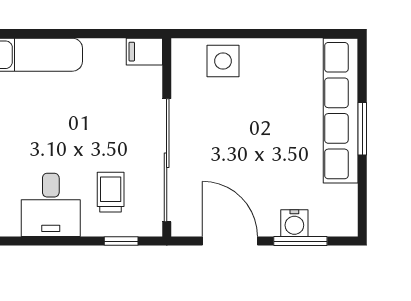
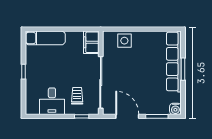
filing cabinet: (144, 52) -> (91, 42), width x2.00
water cooler: (294, 223) -> (175, 109), moved

